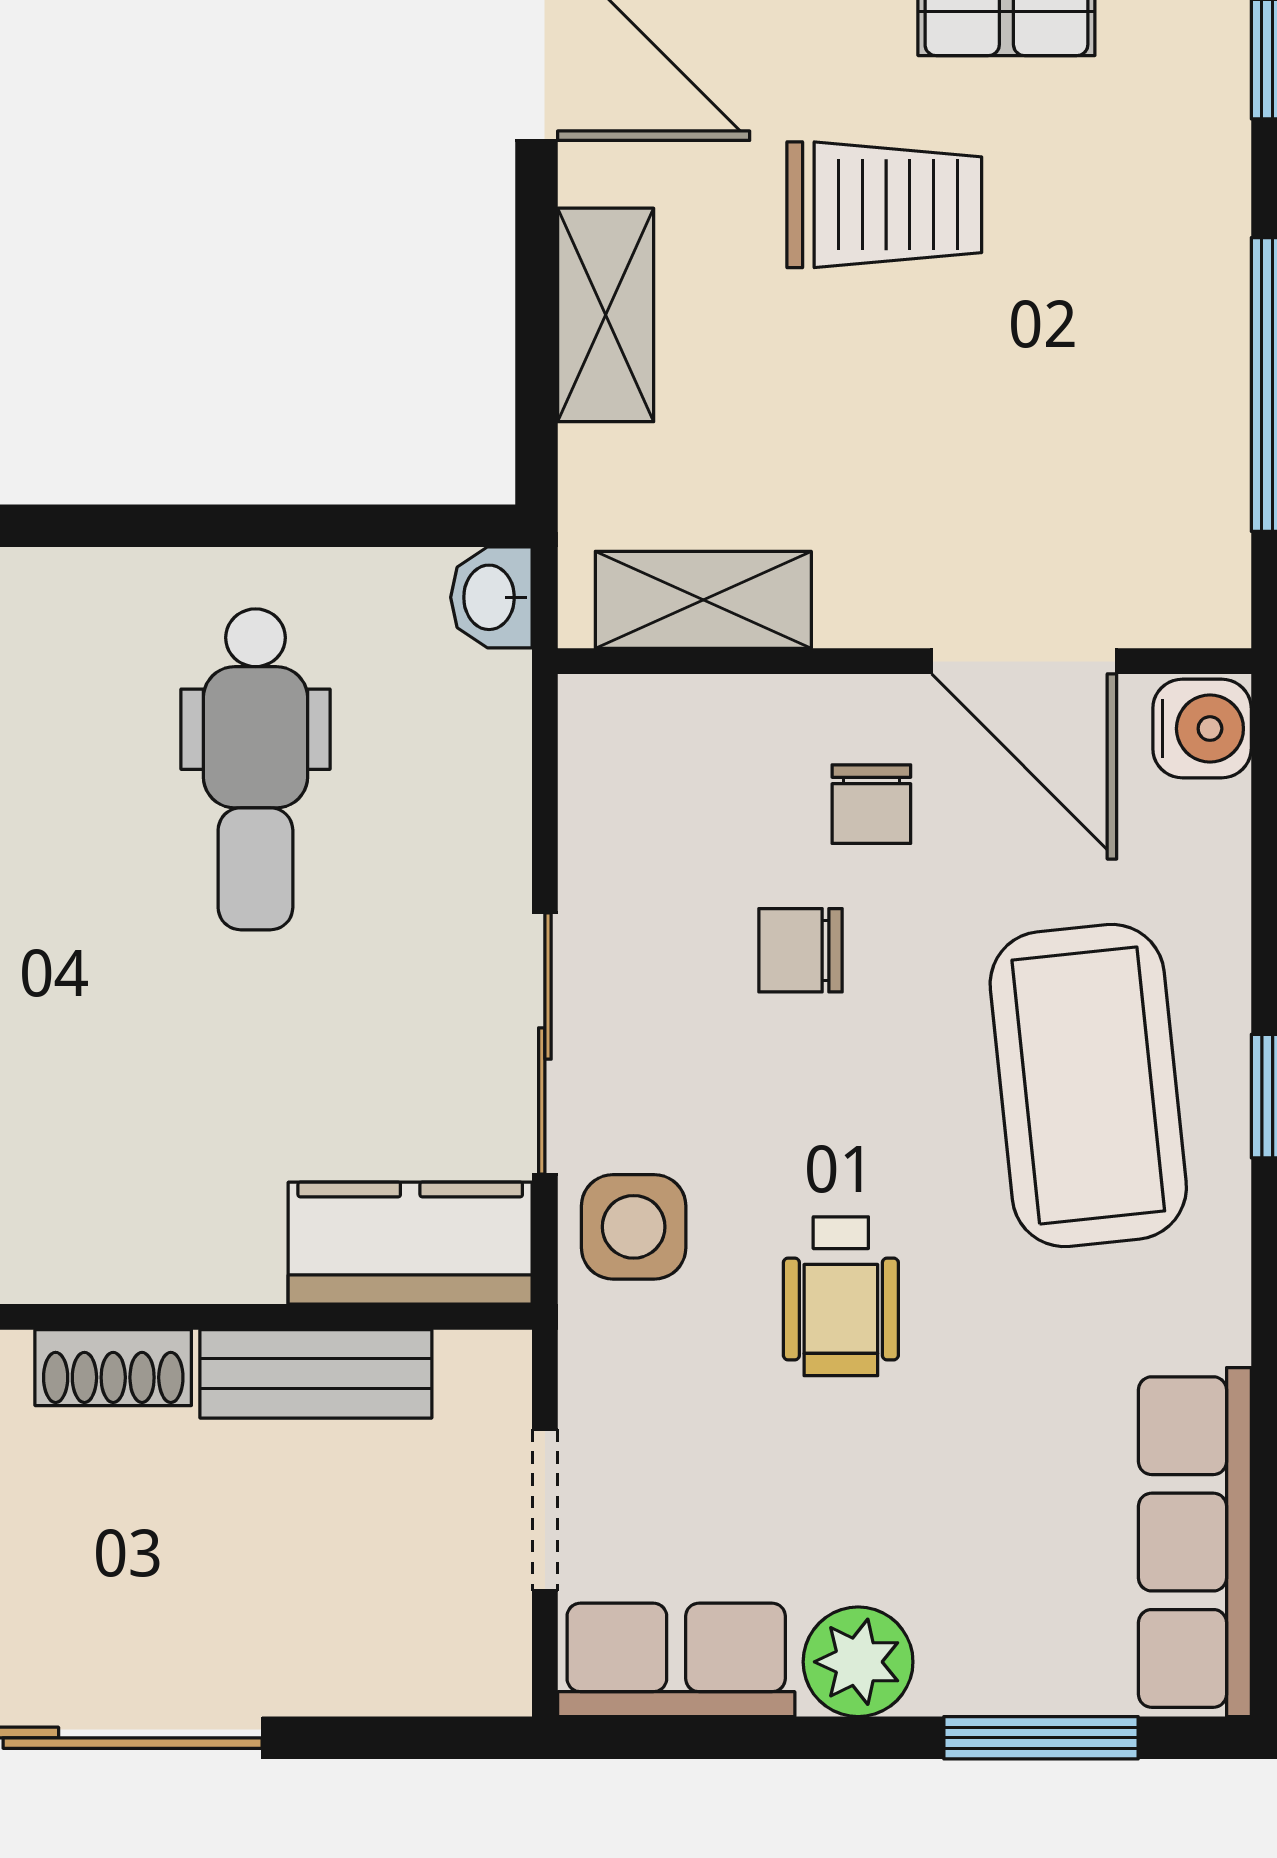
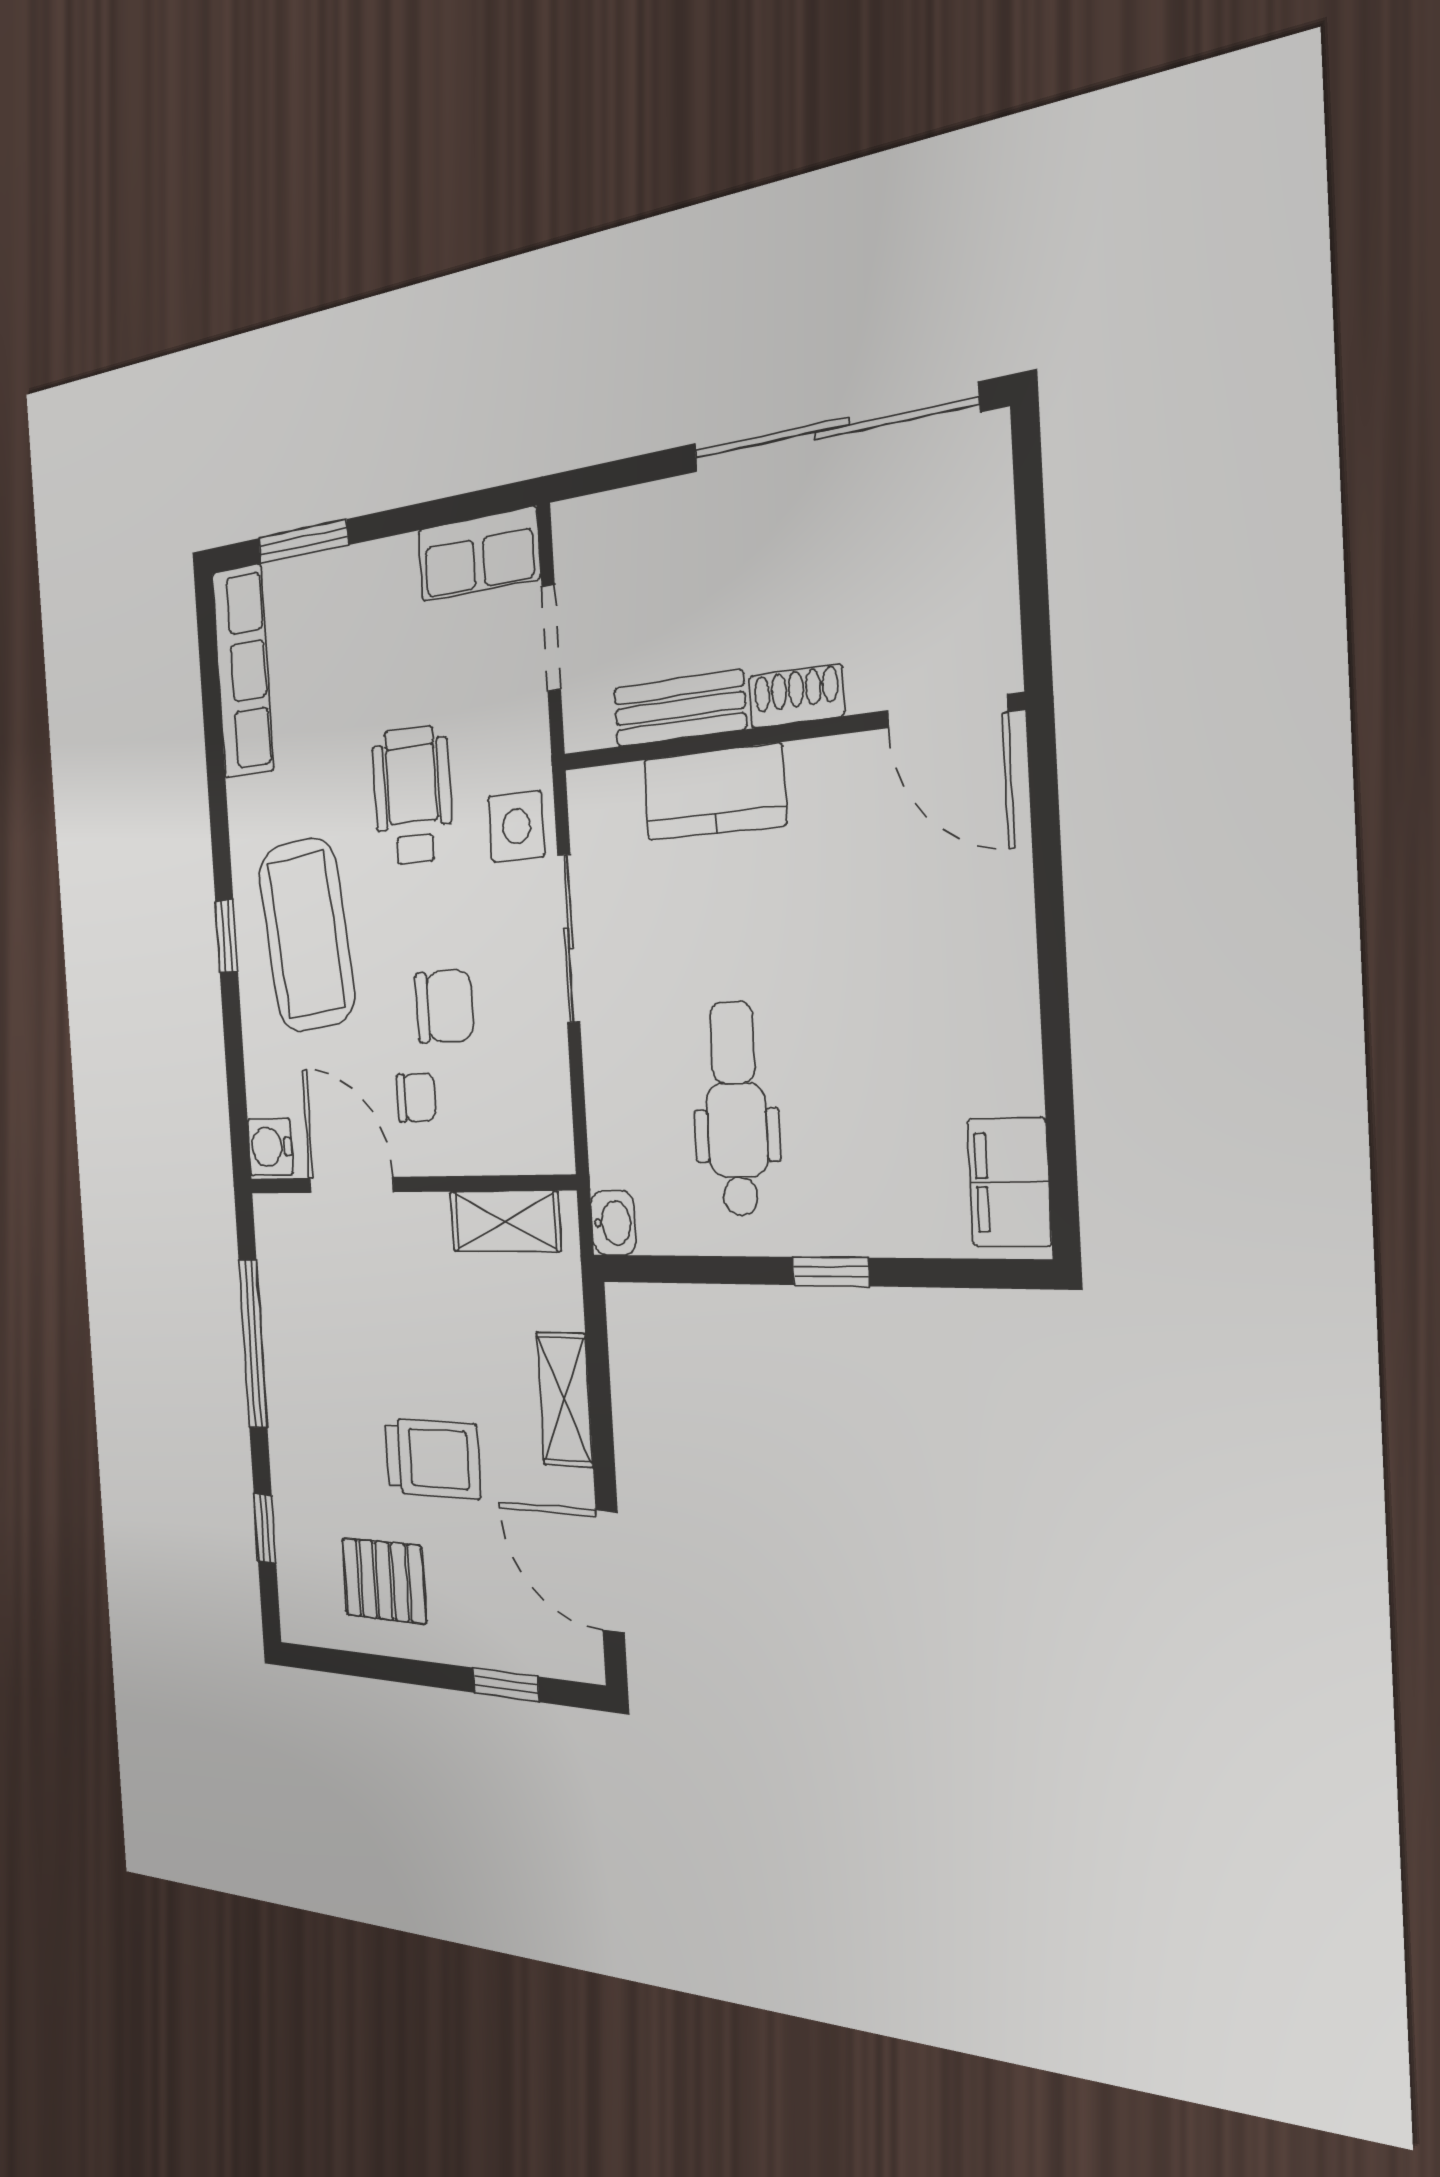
trolley: (884, 205) -> (432, 1458), turned 180
window: (107, 526) -> (831, 1271), added
chair: (871, 804) -> (416, 1098), turned 90
chair: (800, 950) -> (445, 1007), width x1.37, depth x1.37
kitchen counter: (410, 1243) -> (714, 792), moved
wheelchair: (841, 1296) -> (412, 795), width x1.36, depth x1.37
plant: (858, 1662) -> (390, 571), removed

